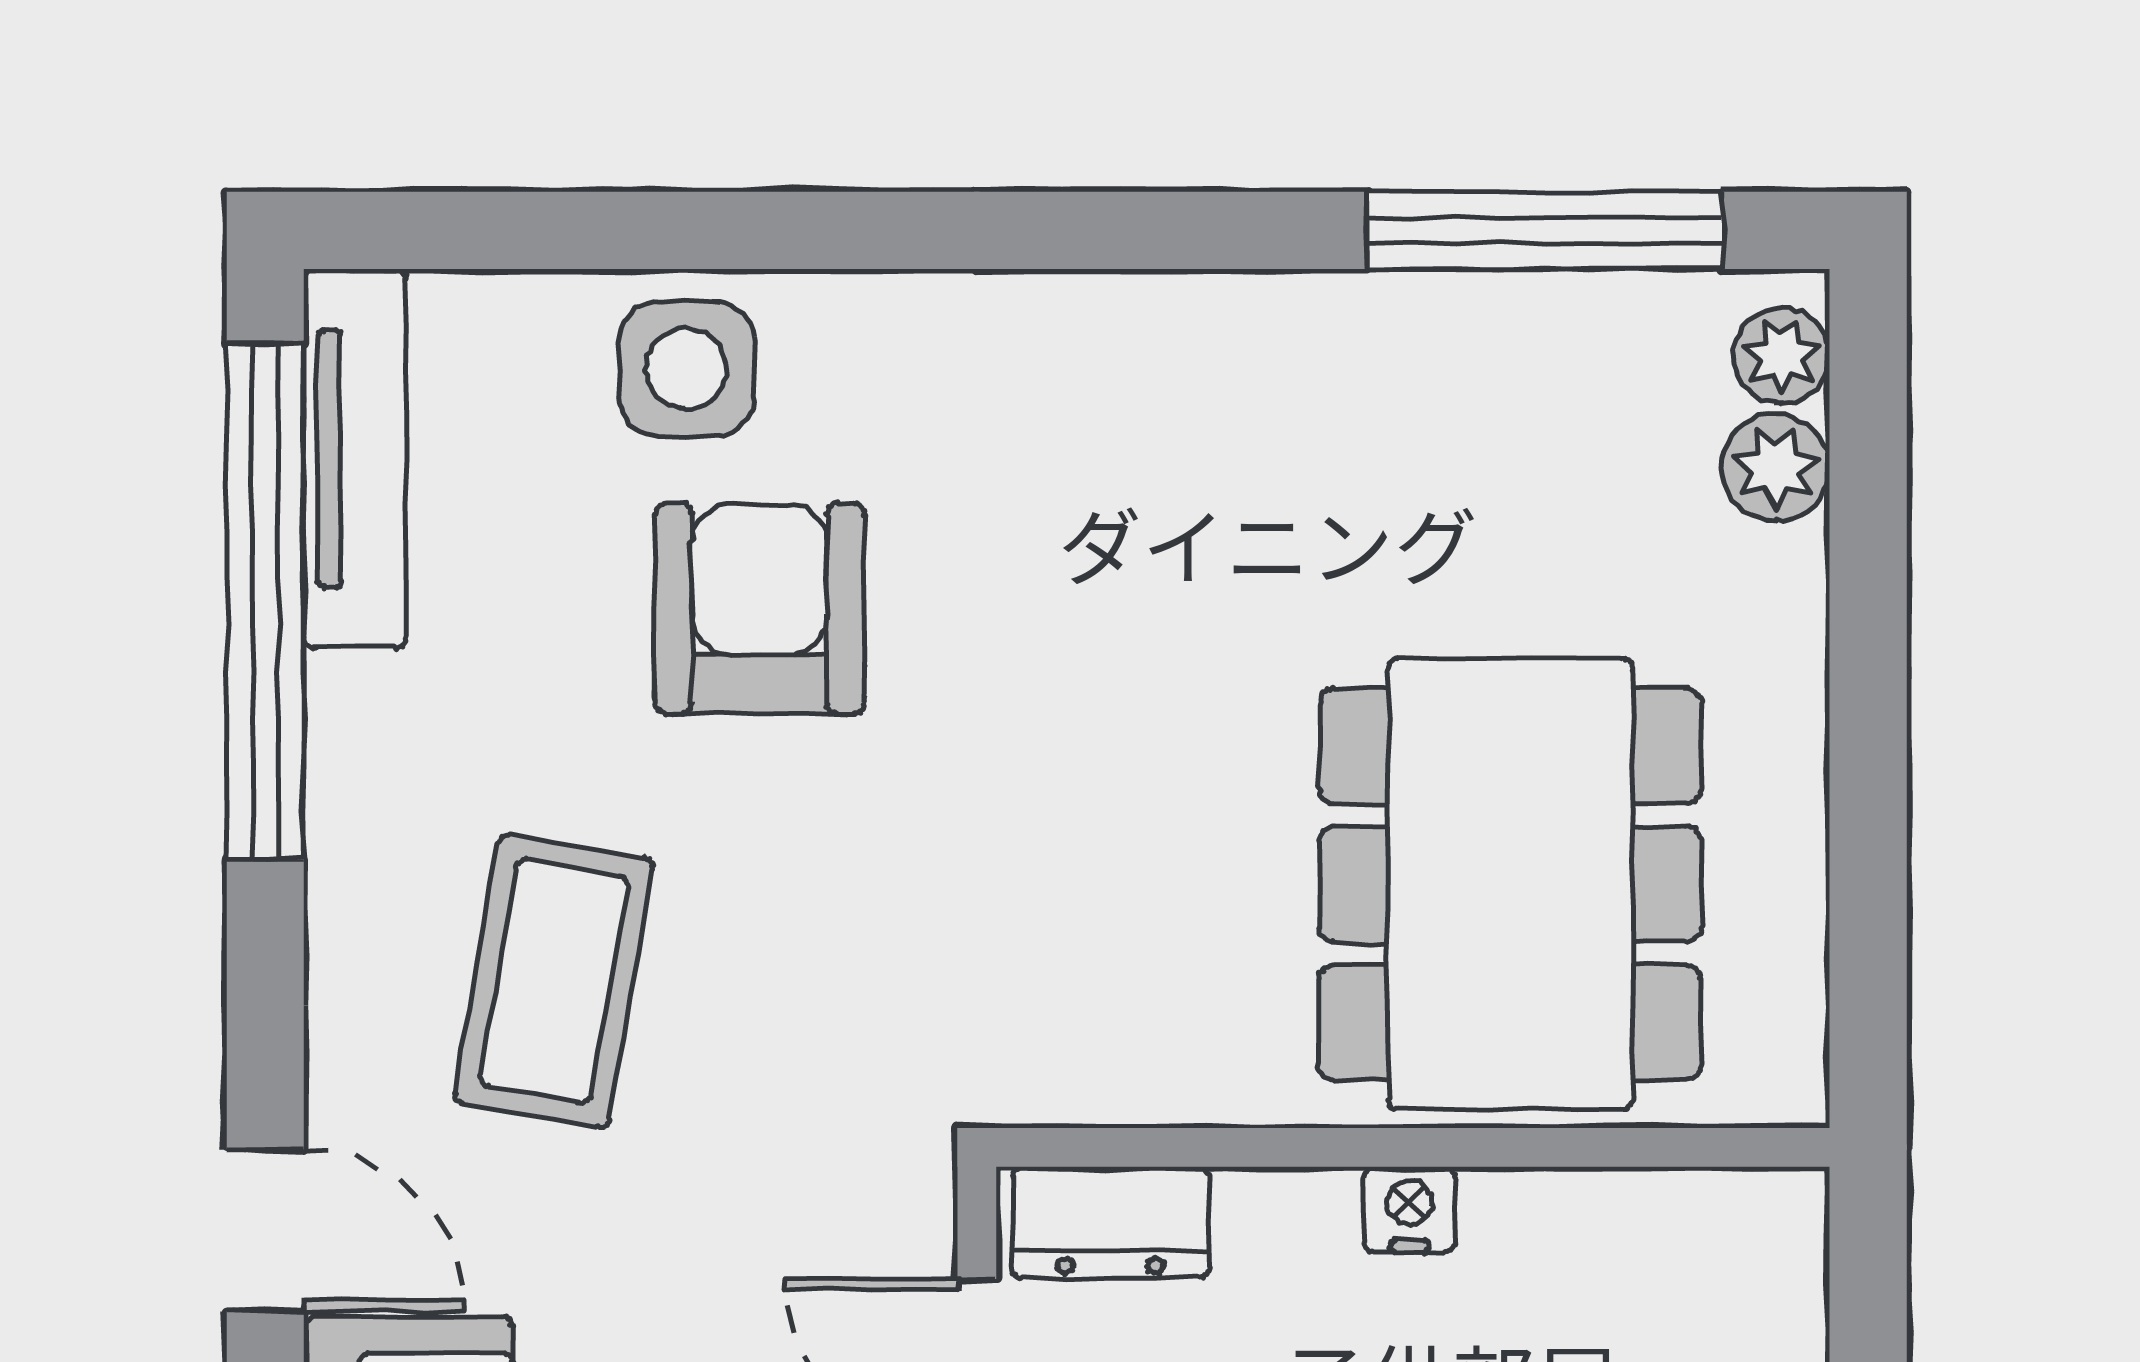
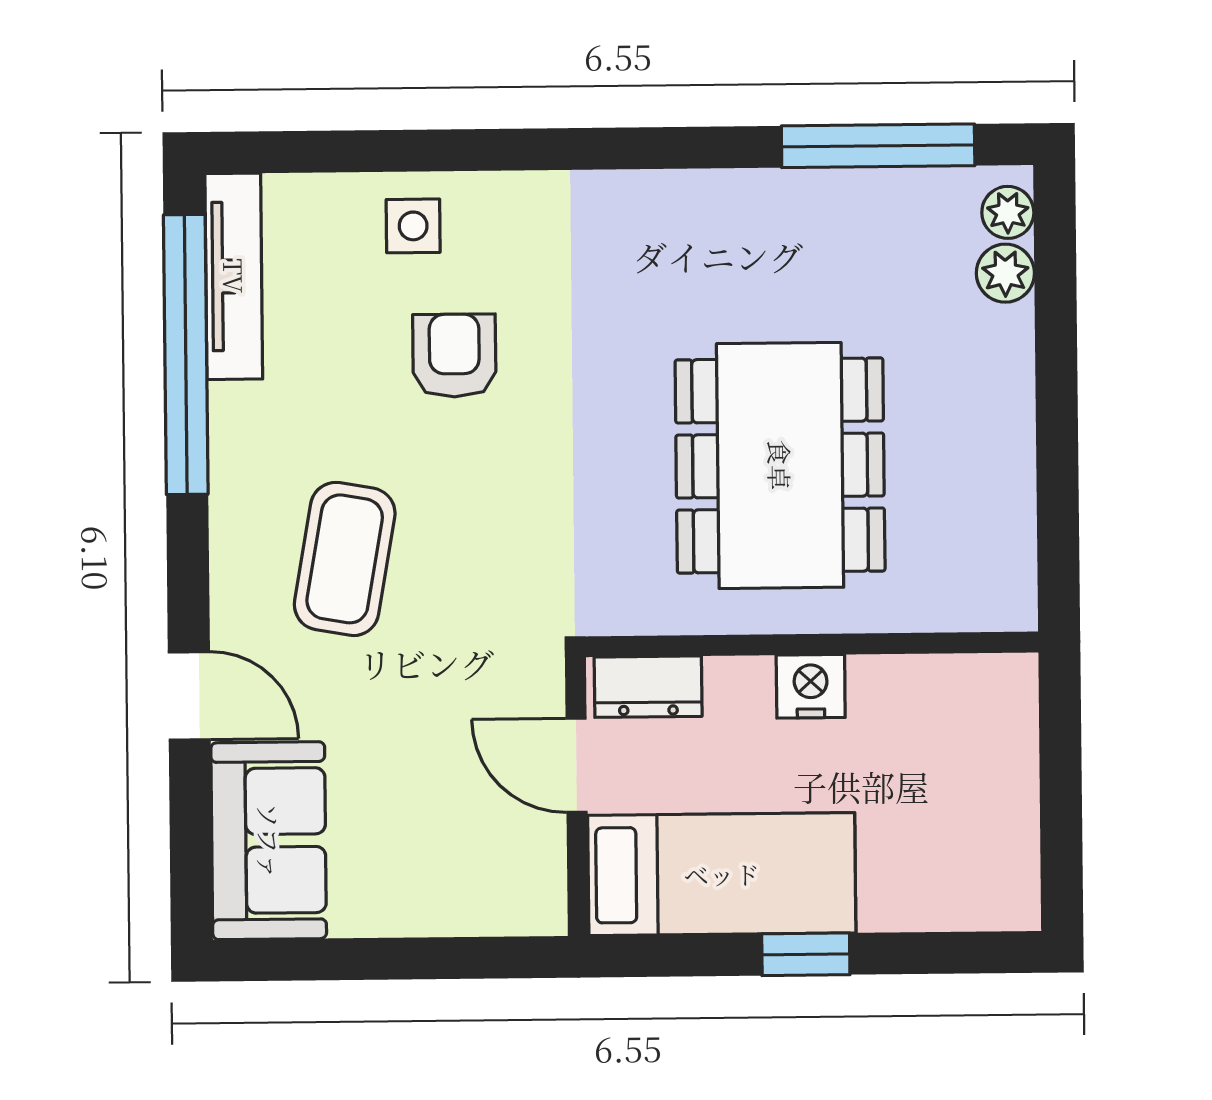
side table: (686, 369) -> (413, 226), width x0.73, depth x0.73
armchair: (760, 609) -> (454, 356), width x0.72, depth x0.72
dining table: (1510, 884) -> (780, 465), moved
nightstand: (1410, 1209) -> (811, 686), width x1.39, depth x1.35

